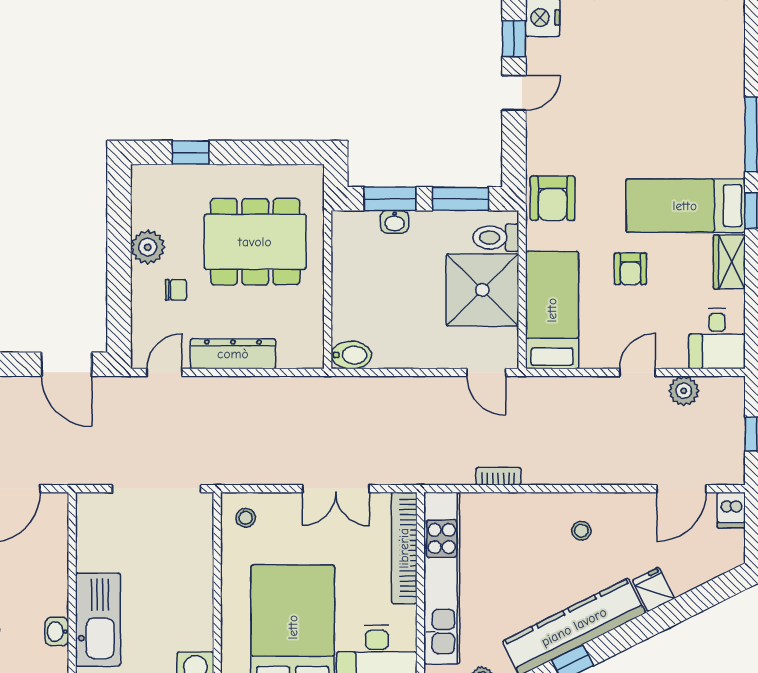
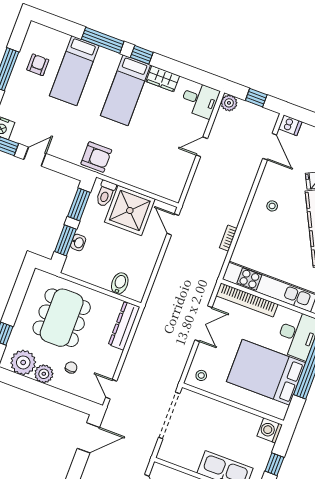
door: (514, 93) -> (35, 157), hinge flipped
plant: (154, 205) -> (23, 362), added
armchair: (630, 269) -> (38, 65), moved, turned -90
bed: (552, 310) -> (74, 71), moved, turned -90
dresser: (233, 354) -> (124, 326), moved
bidet: (351, 355) -> (120, 283), moved
door: (486, 372) -> (173, 224), swing flipped
door: (638, 372) -> (202, 147), hinge flipped
plant: (684, 391) -> (229, 103), moved

